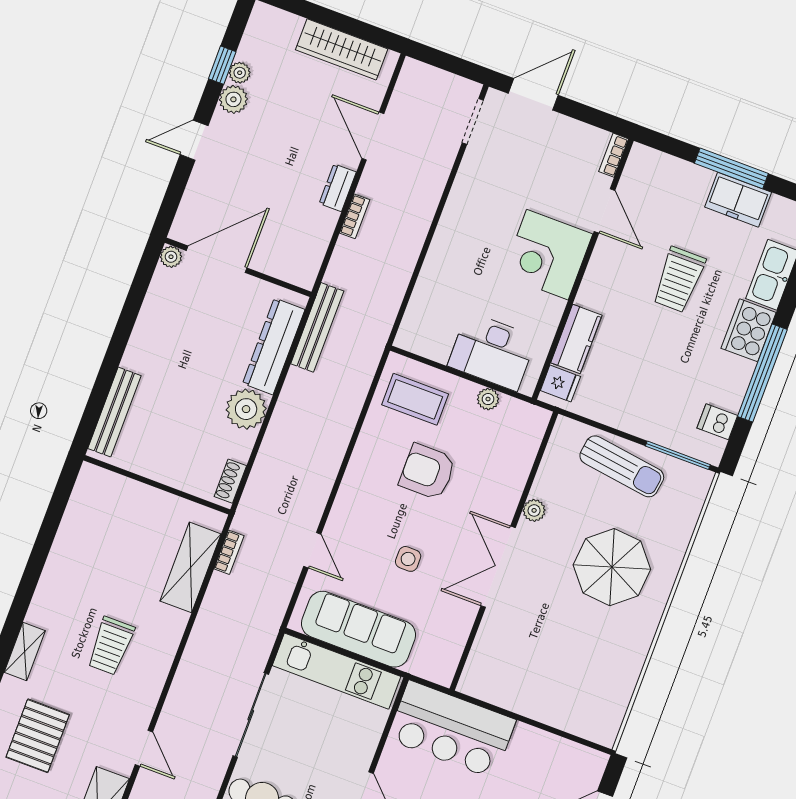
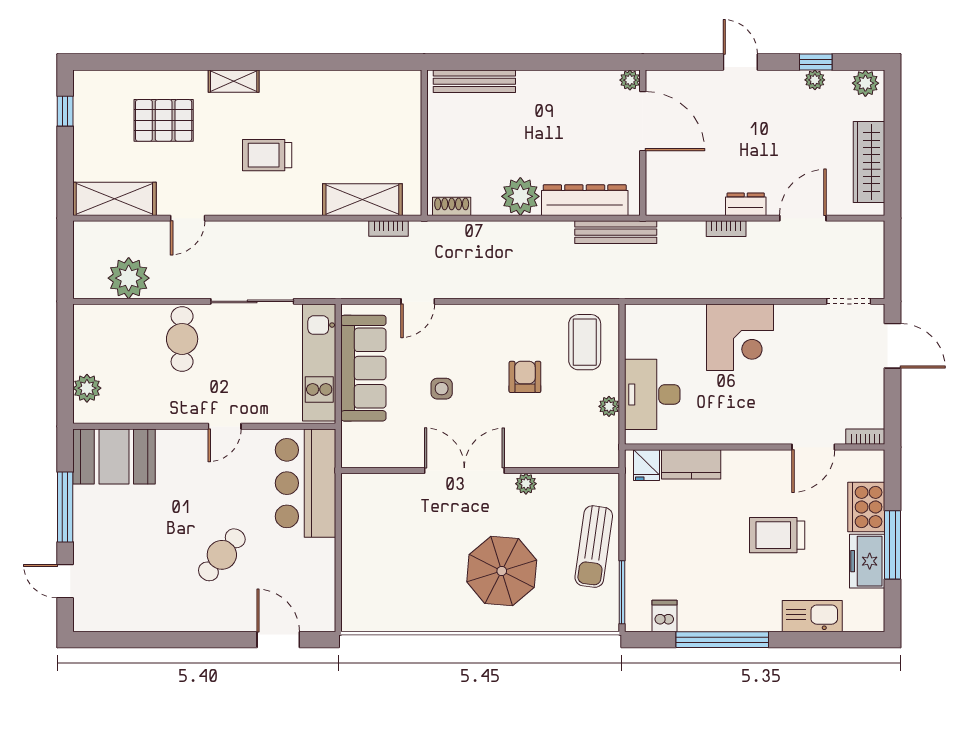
plant: (233, 99) -> (865, 83), moved
corner desk: (547, 255) -> (740, 337), moved, turned 180
cooker: (749, 330) -> (866, 507), moved, turned -90
armchair: (427, 472) -> (525, 377), width x0.72, depth x0.72

